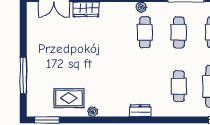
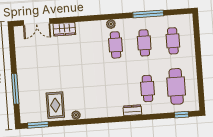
rug: (69, 98) -> (55, 105), turned 90
dresser: (140, 111) -> (132, 110), moved

